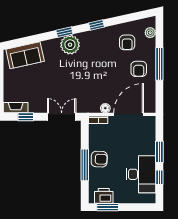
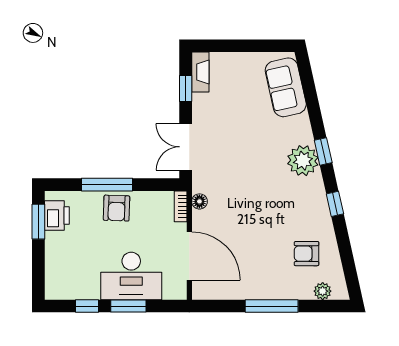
armchair: (139, 69) -> (263, 272), removed
floor lamp: (105, 108) -> (199, 201), moved
double door: (62, 117) -> (186, 147), swing flipped
desk: (141, 174) -> (131, 276), moved

